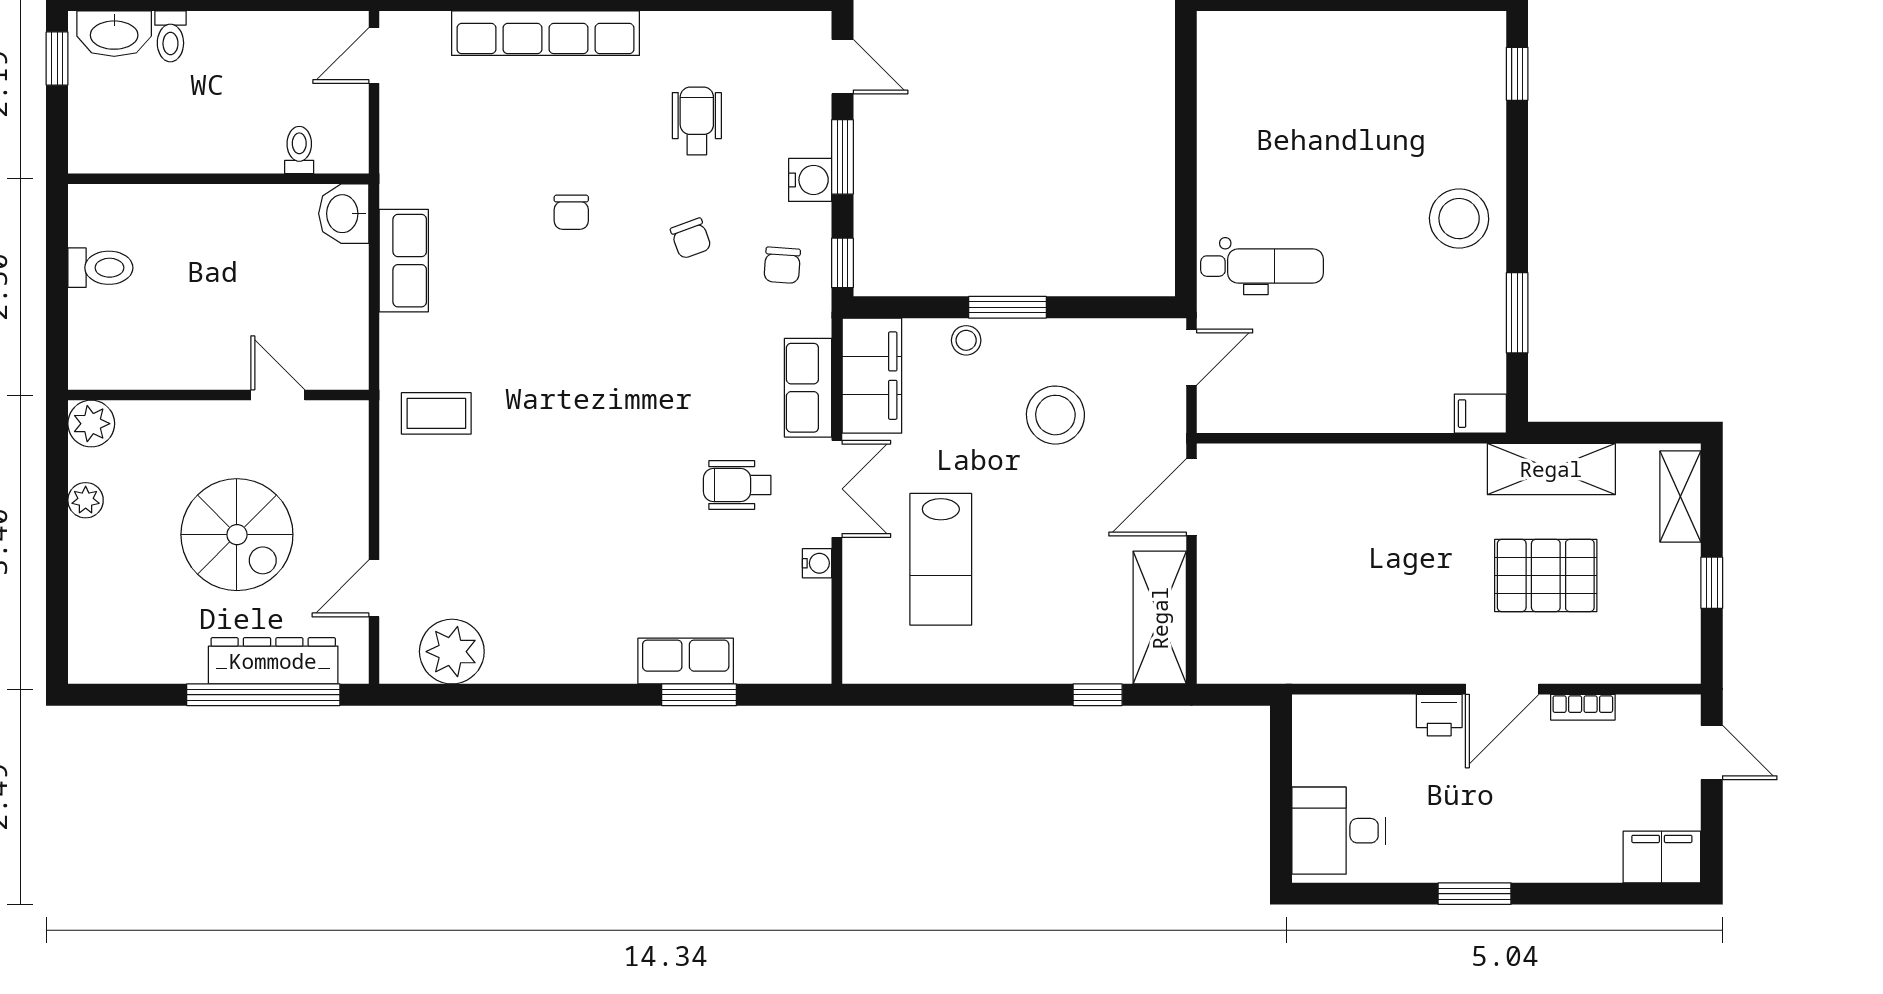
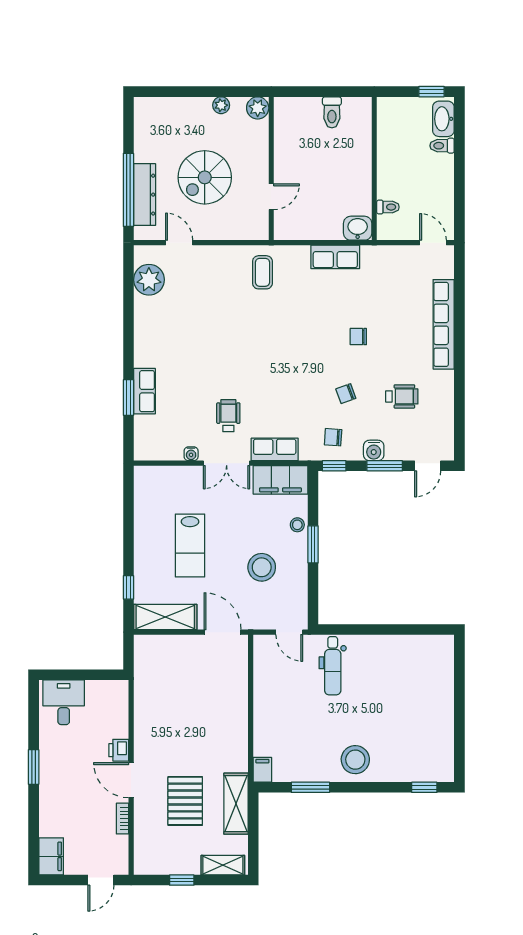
lab bench: (941, 559) -> (190, 546), moved, turned -90

